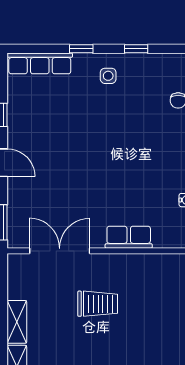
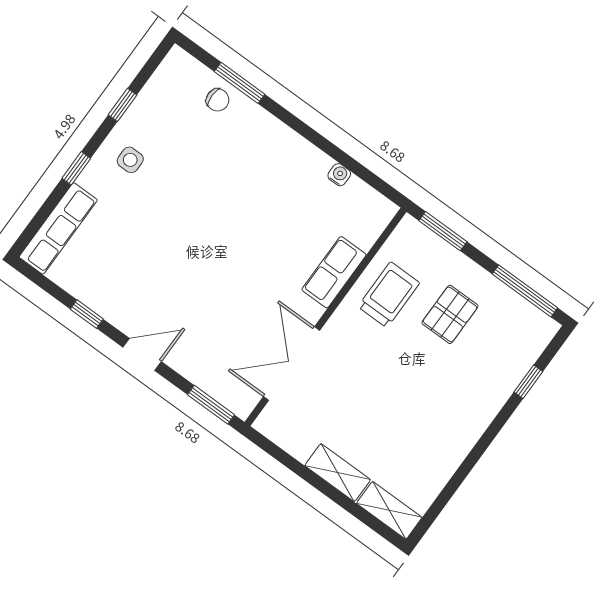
trolley: (98, 304) -> (389, 295), moved
pallet: (153, 320) -> (450, 314), added

